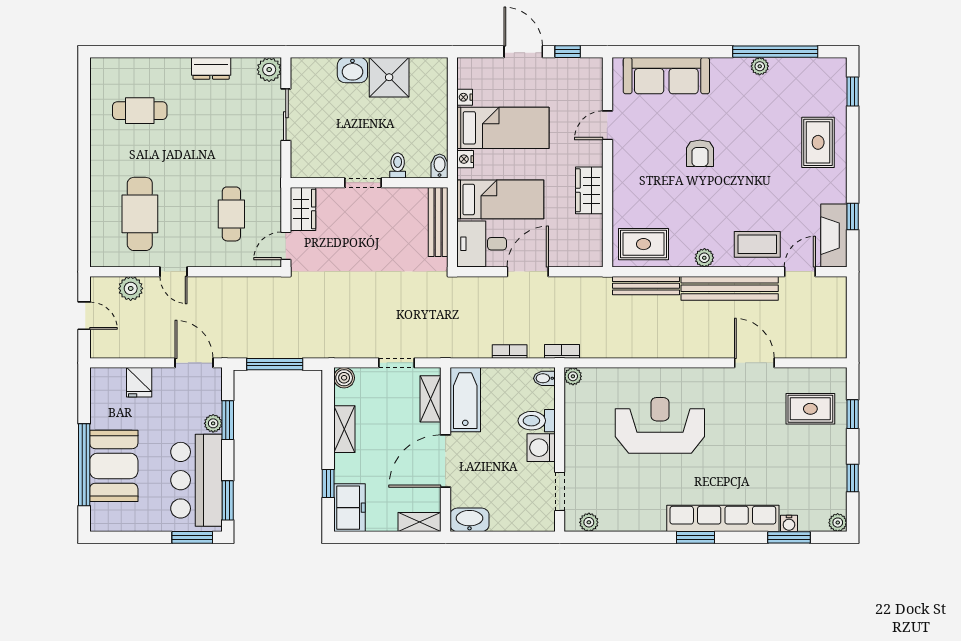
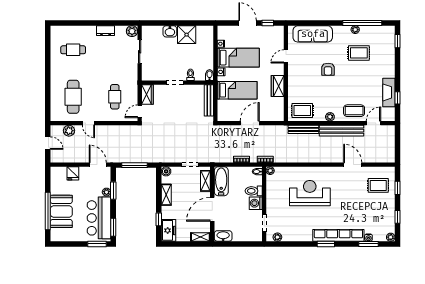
rug: (818, 142) -> (359, 53), moved, turned 90
fireplace: (834, 236) -> (389, 92), moved
desk: (482, 244) -> (229, 110), removed

